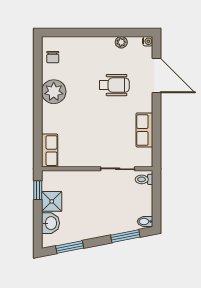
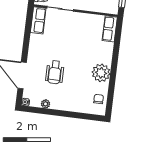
wheelchair: (114, 85) -> (55, 72), turned -90
row of seats: (144, 130) -> (38, 20), moved

